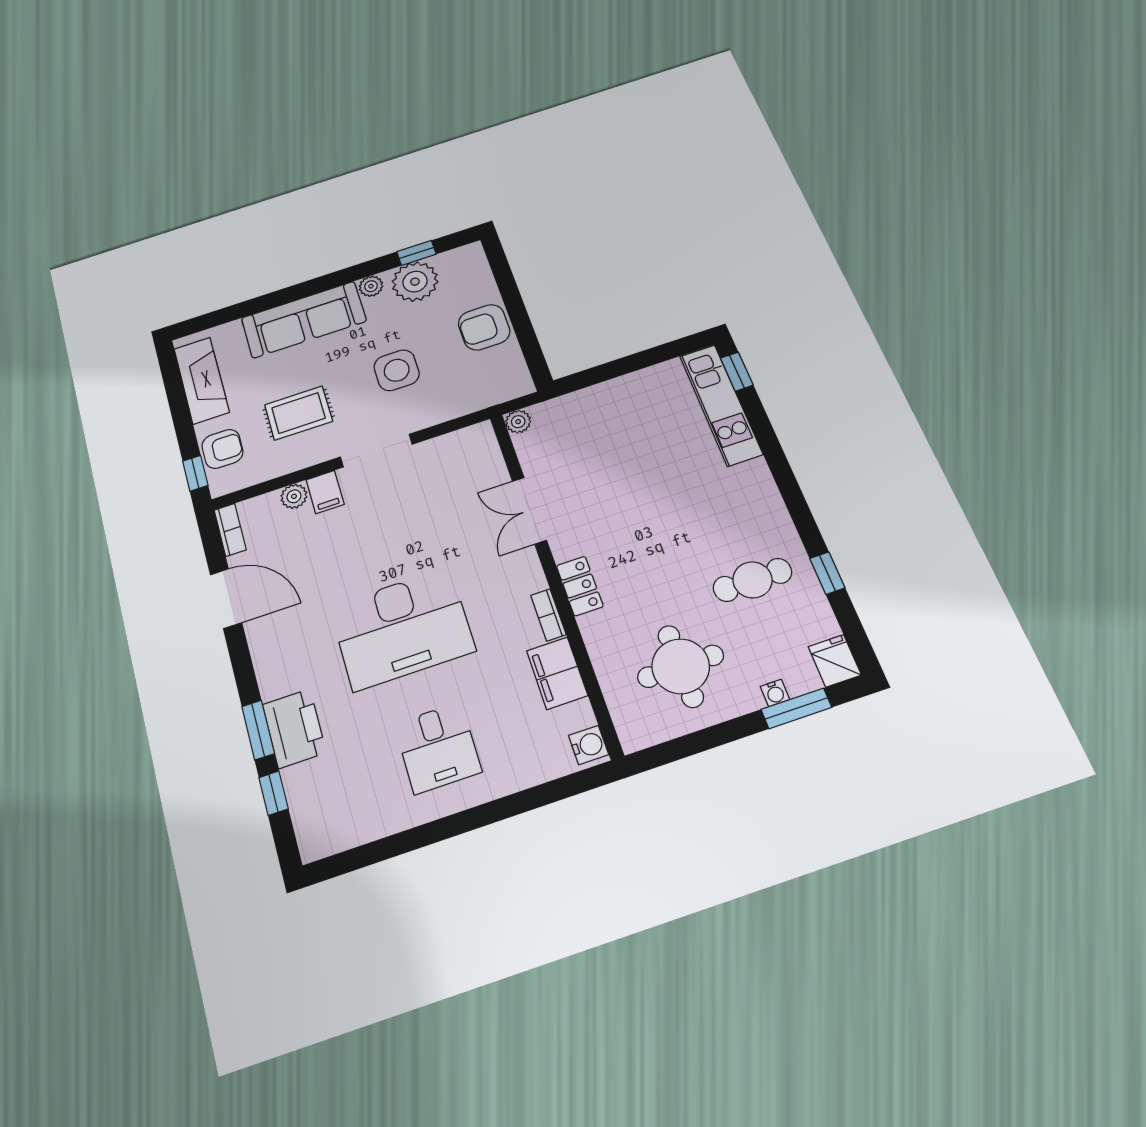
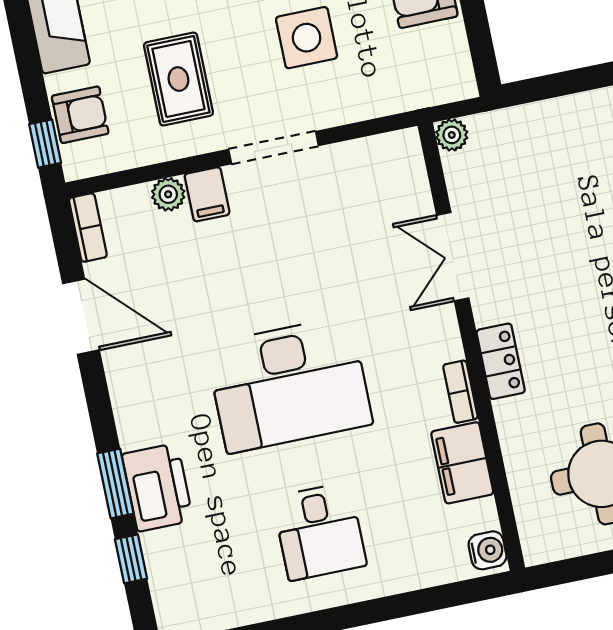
rug: (299, 413) -> (178, 79), turned 90

